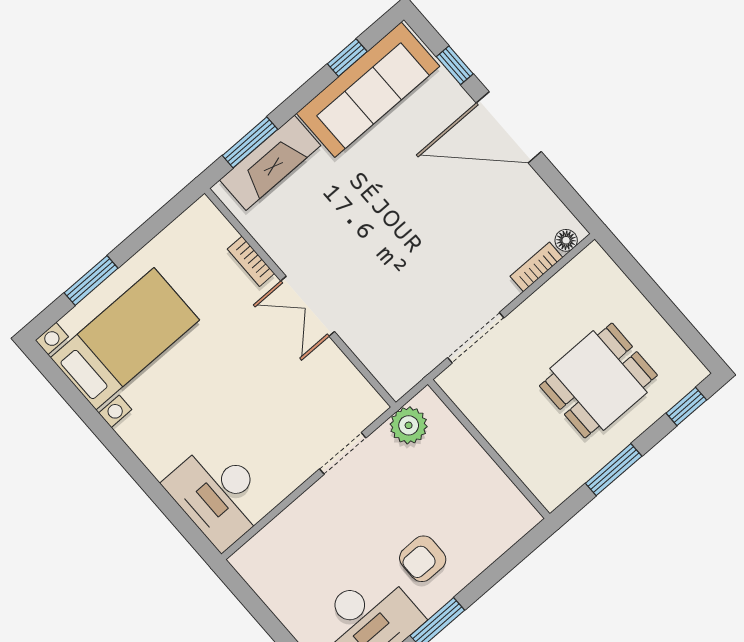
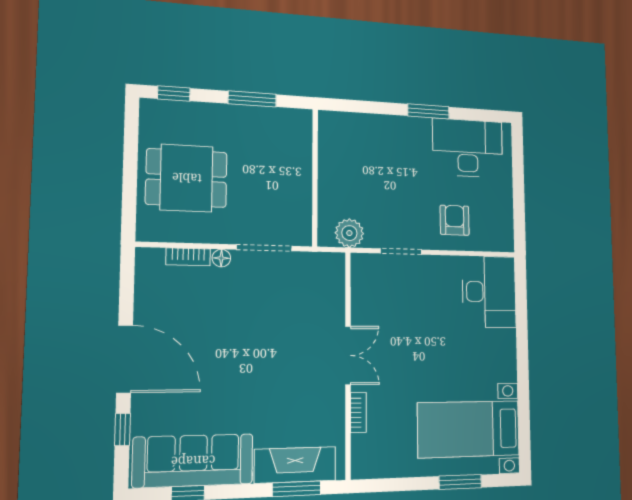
floor lamp: (566, 240) -> (221, 258), moved
dining table: (598, 380) -> (187, 178), moved
armchair: (423, 559) -> (455, 220), moved, turned -90

